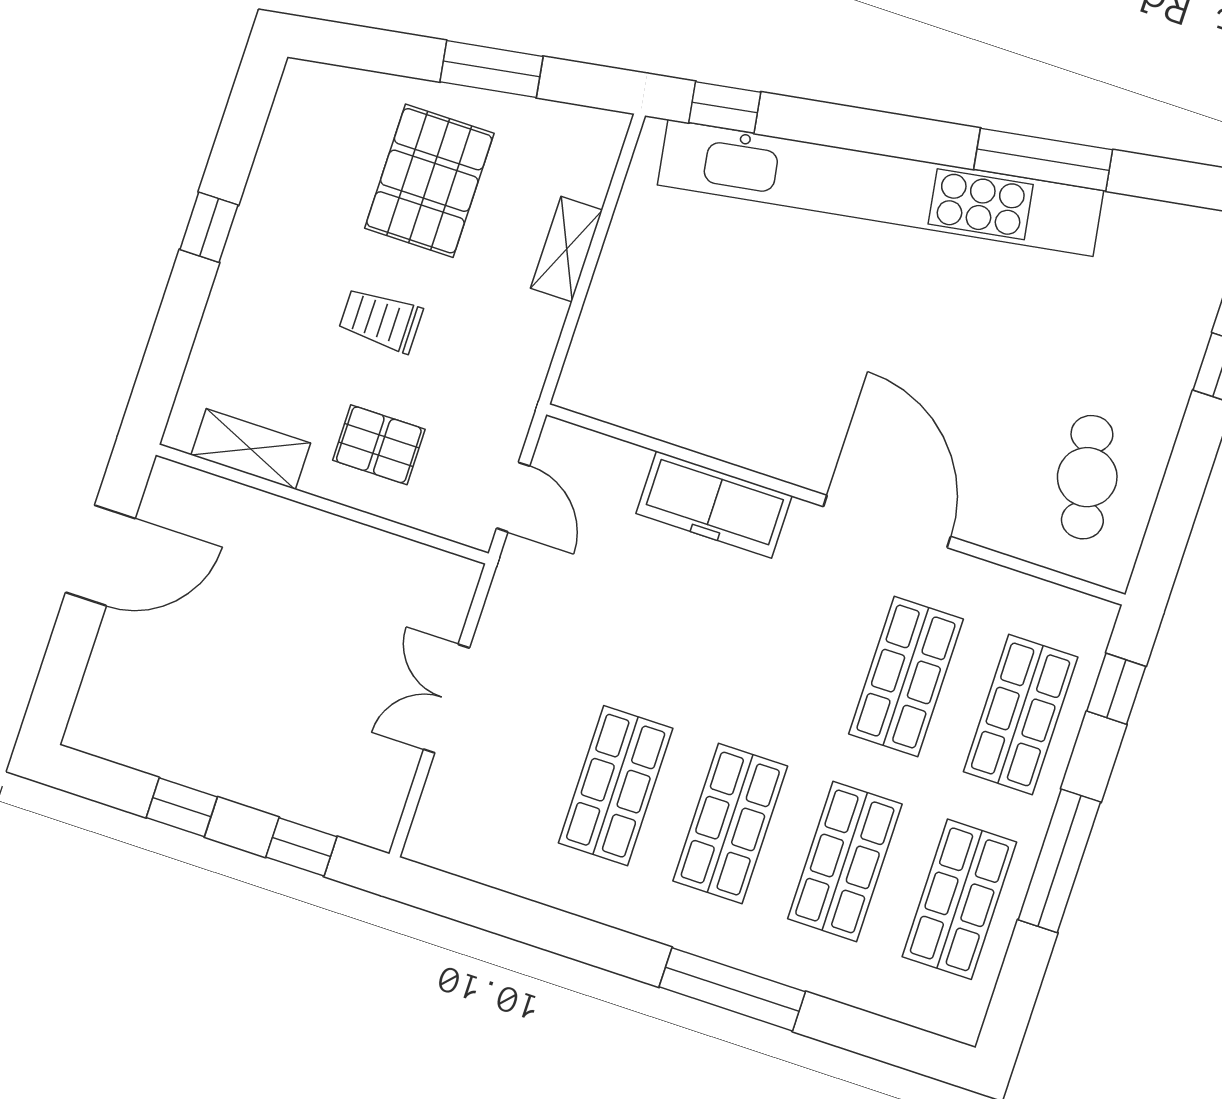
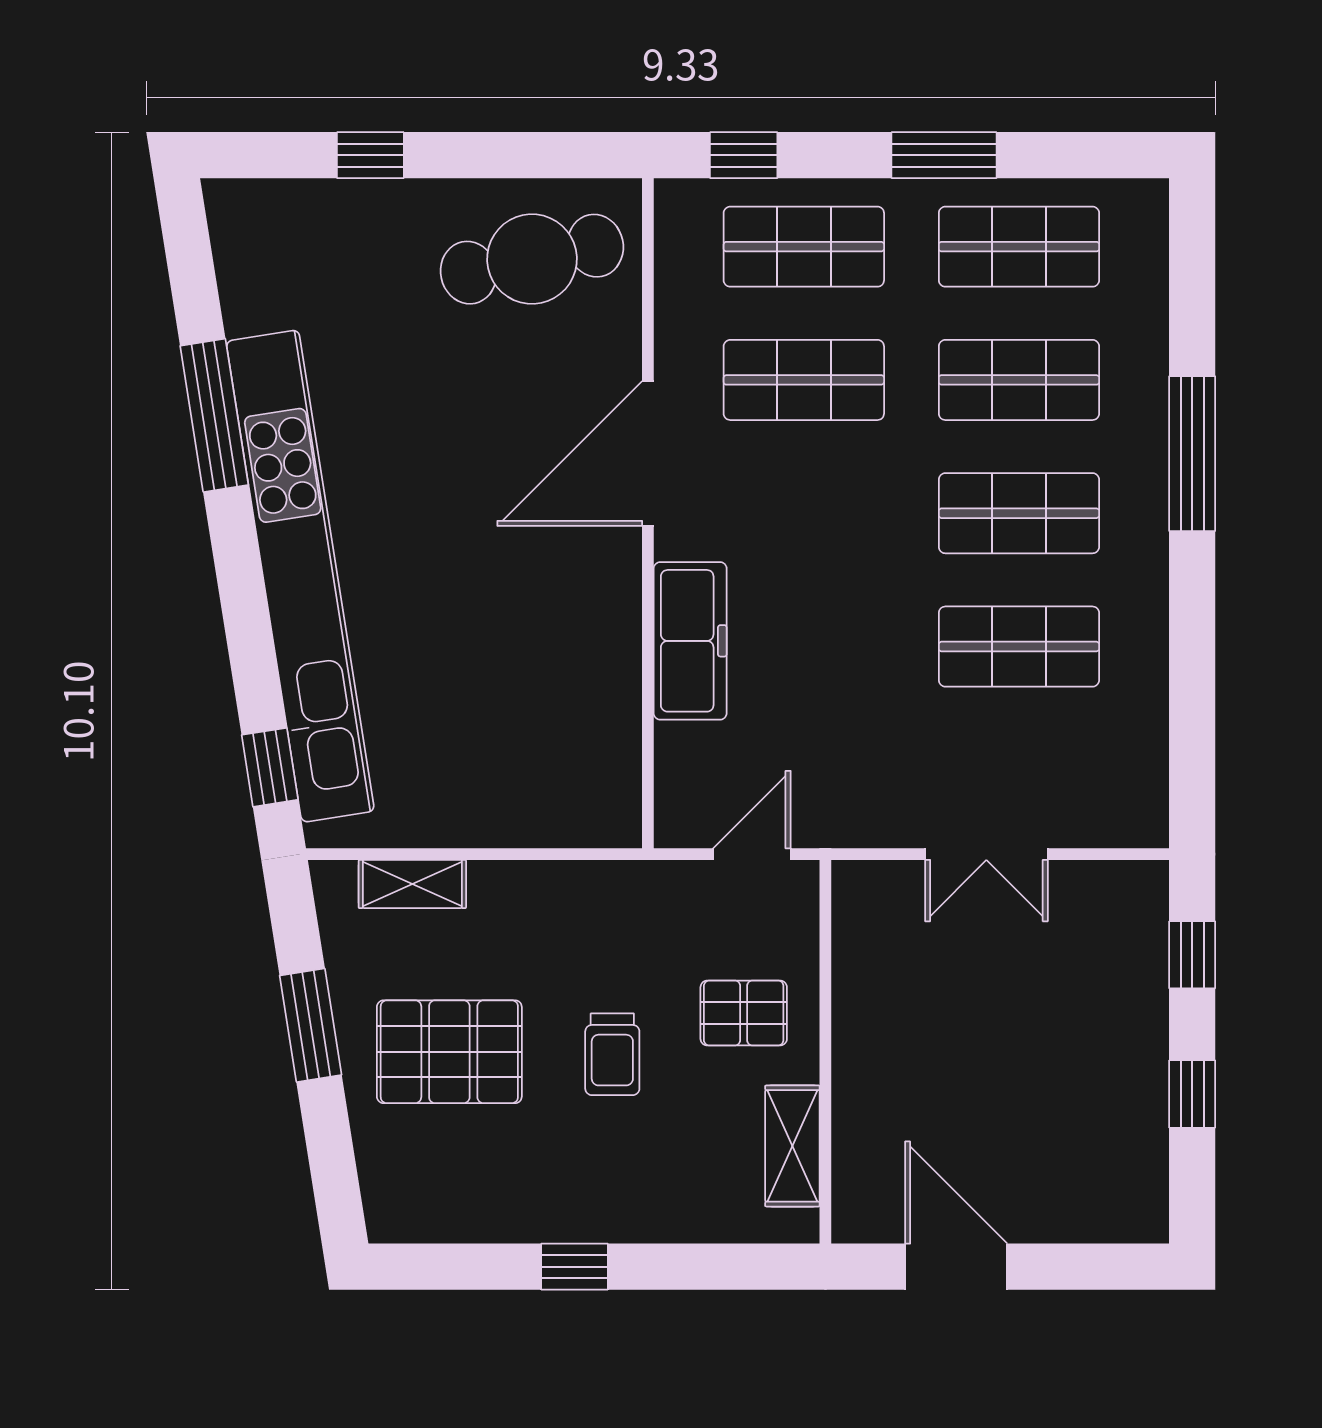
shelving: (567, 249) -> (412, 884), moved
pallet: (379, 445) -> (744, 1013), turned 90
cafe table: (1087, 477) -> (532, 259), width x1.37, depth x1.35
window: (1059, 861) -> (944, 155), width x0.69

